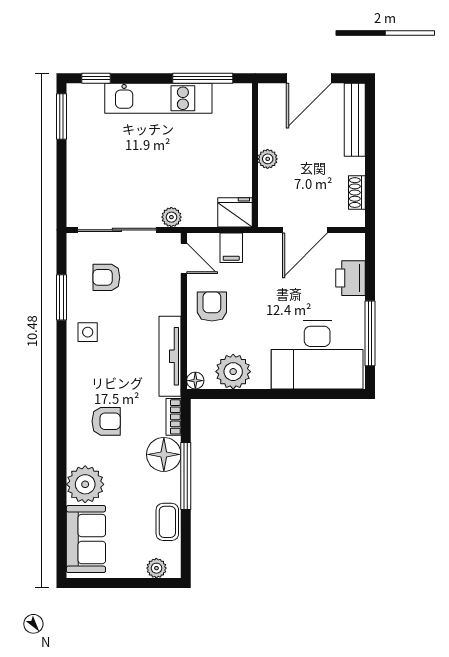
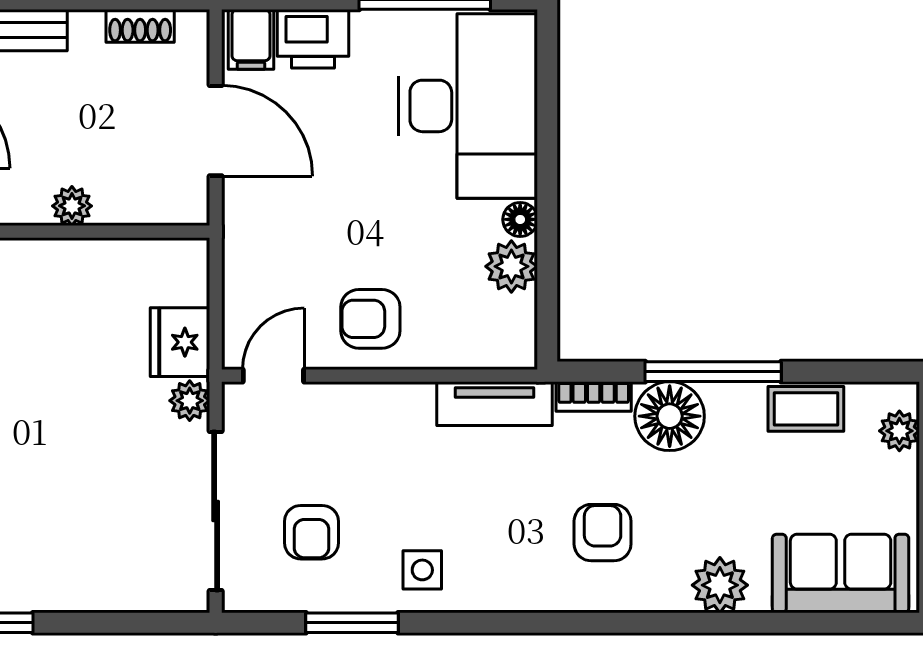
fridge: (235, 212) -> (180, 342), moved
filing cabinet: (231, 248) -> (251, 39), moved, turned 90
tv unit: (170, 356) -> (495, 404), width x0.71
plant: (233, 372) -> (511, 266), width x0.73, depth x0.73
floor lamp: (195, 381) -> (520, 219), moved
plant: (85, 484) -> (720, 585), width x0.73, depth x0.73

